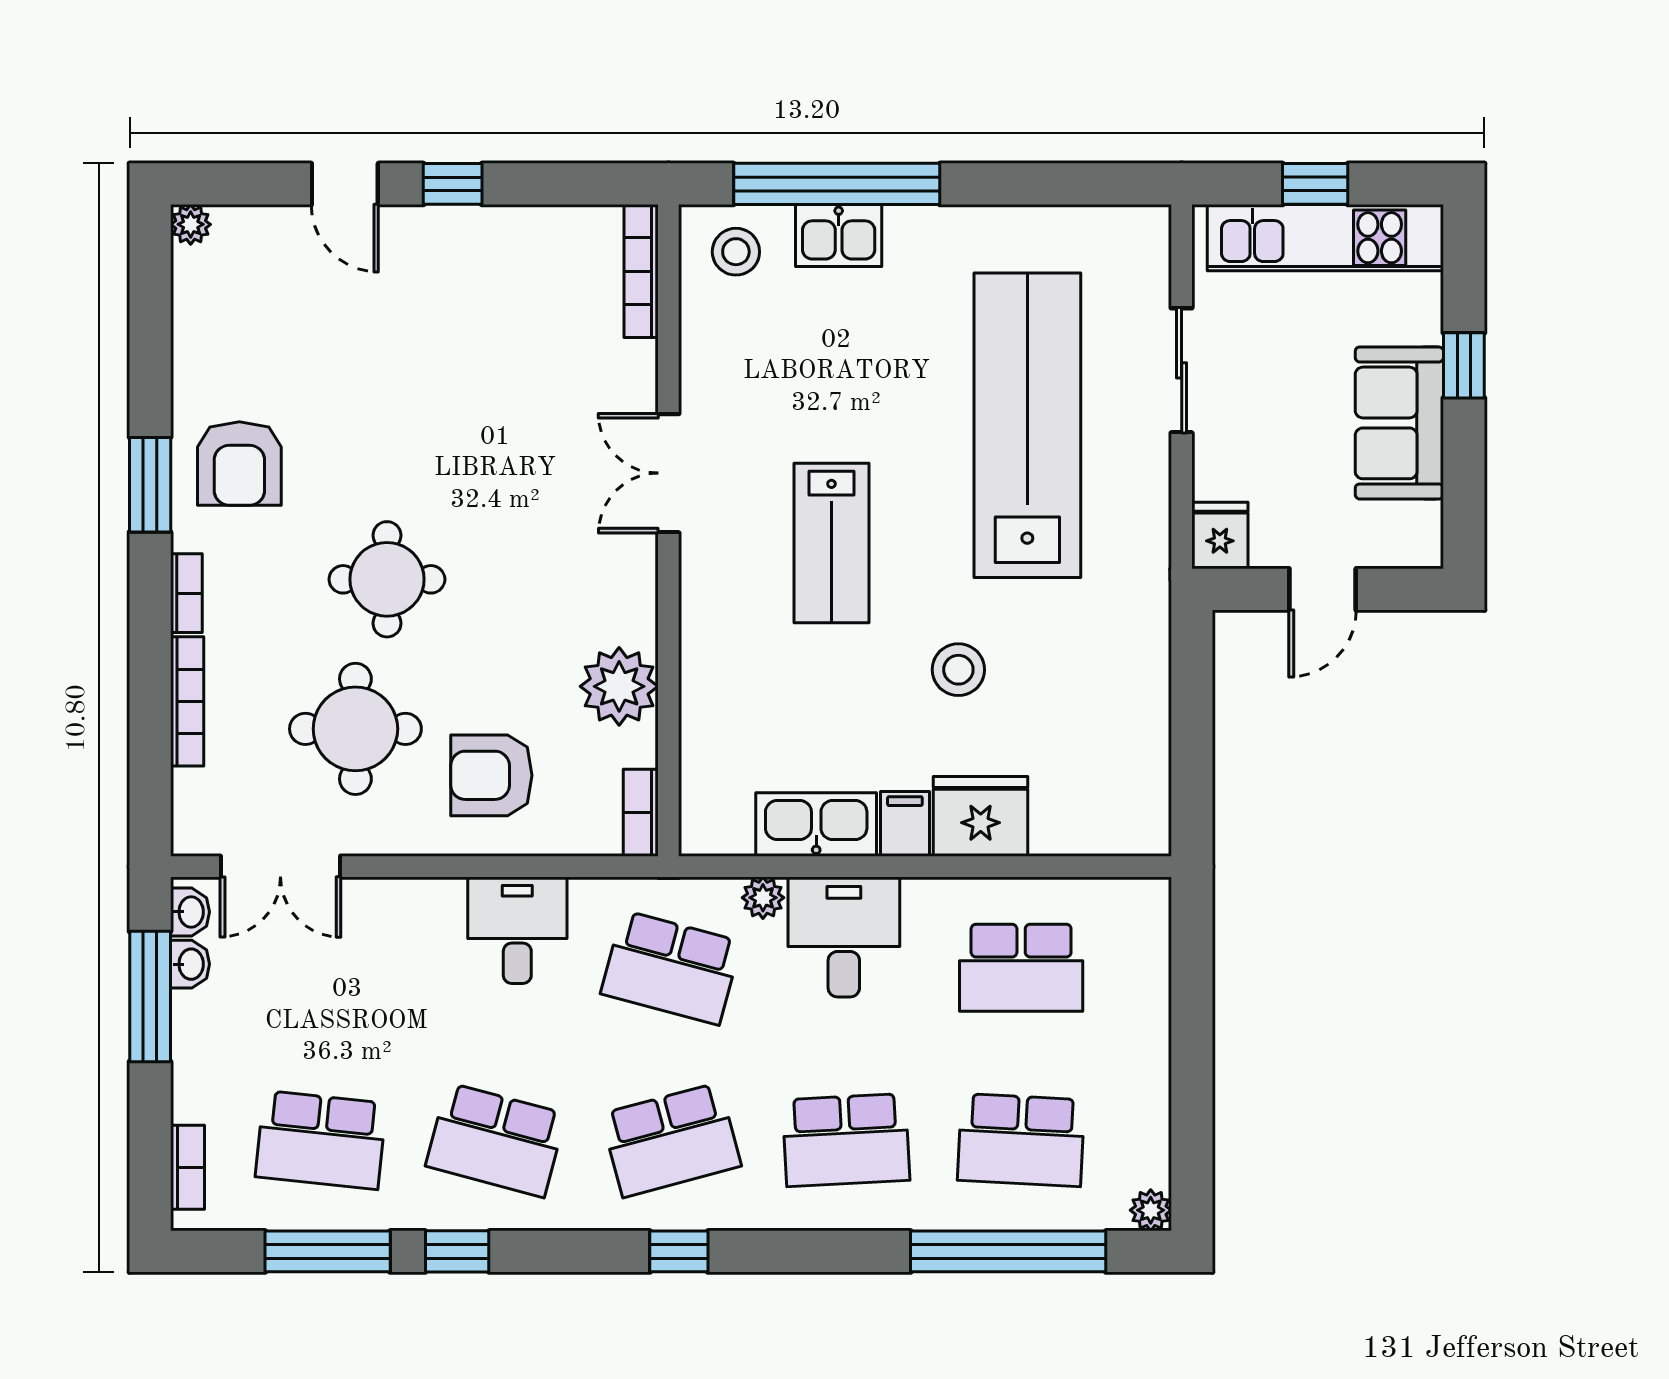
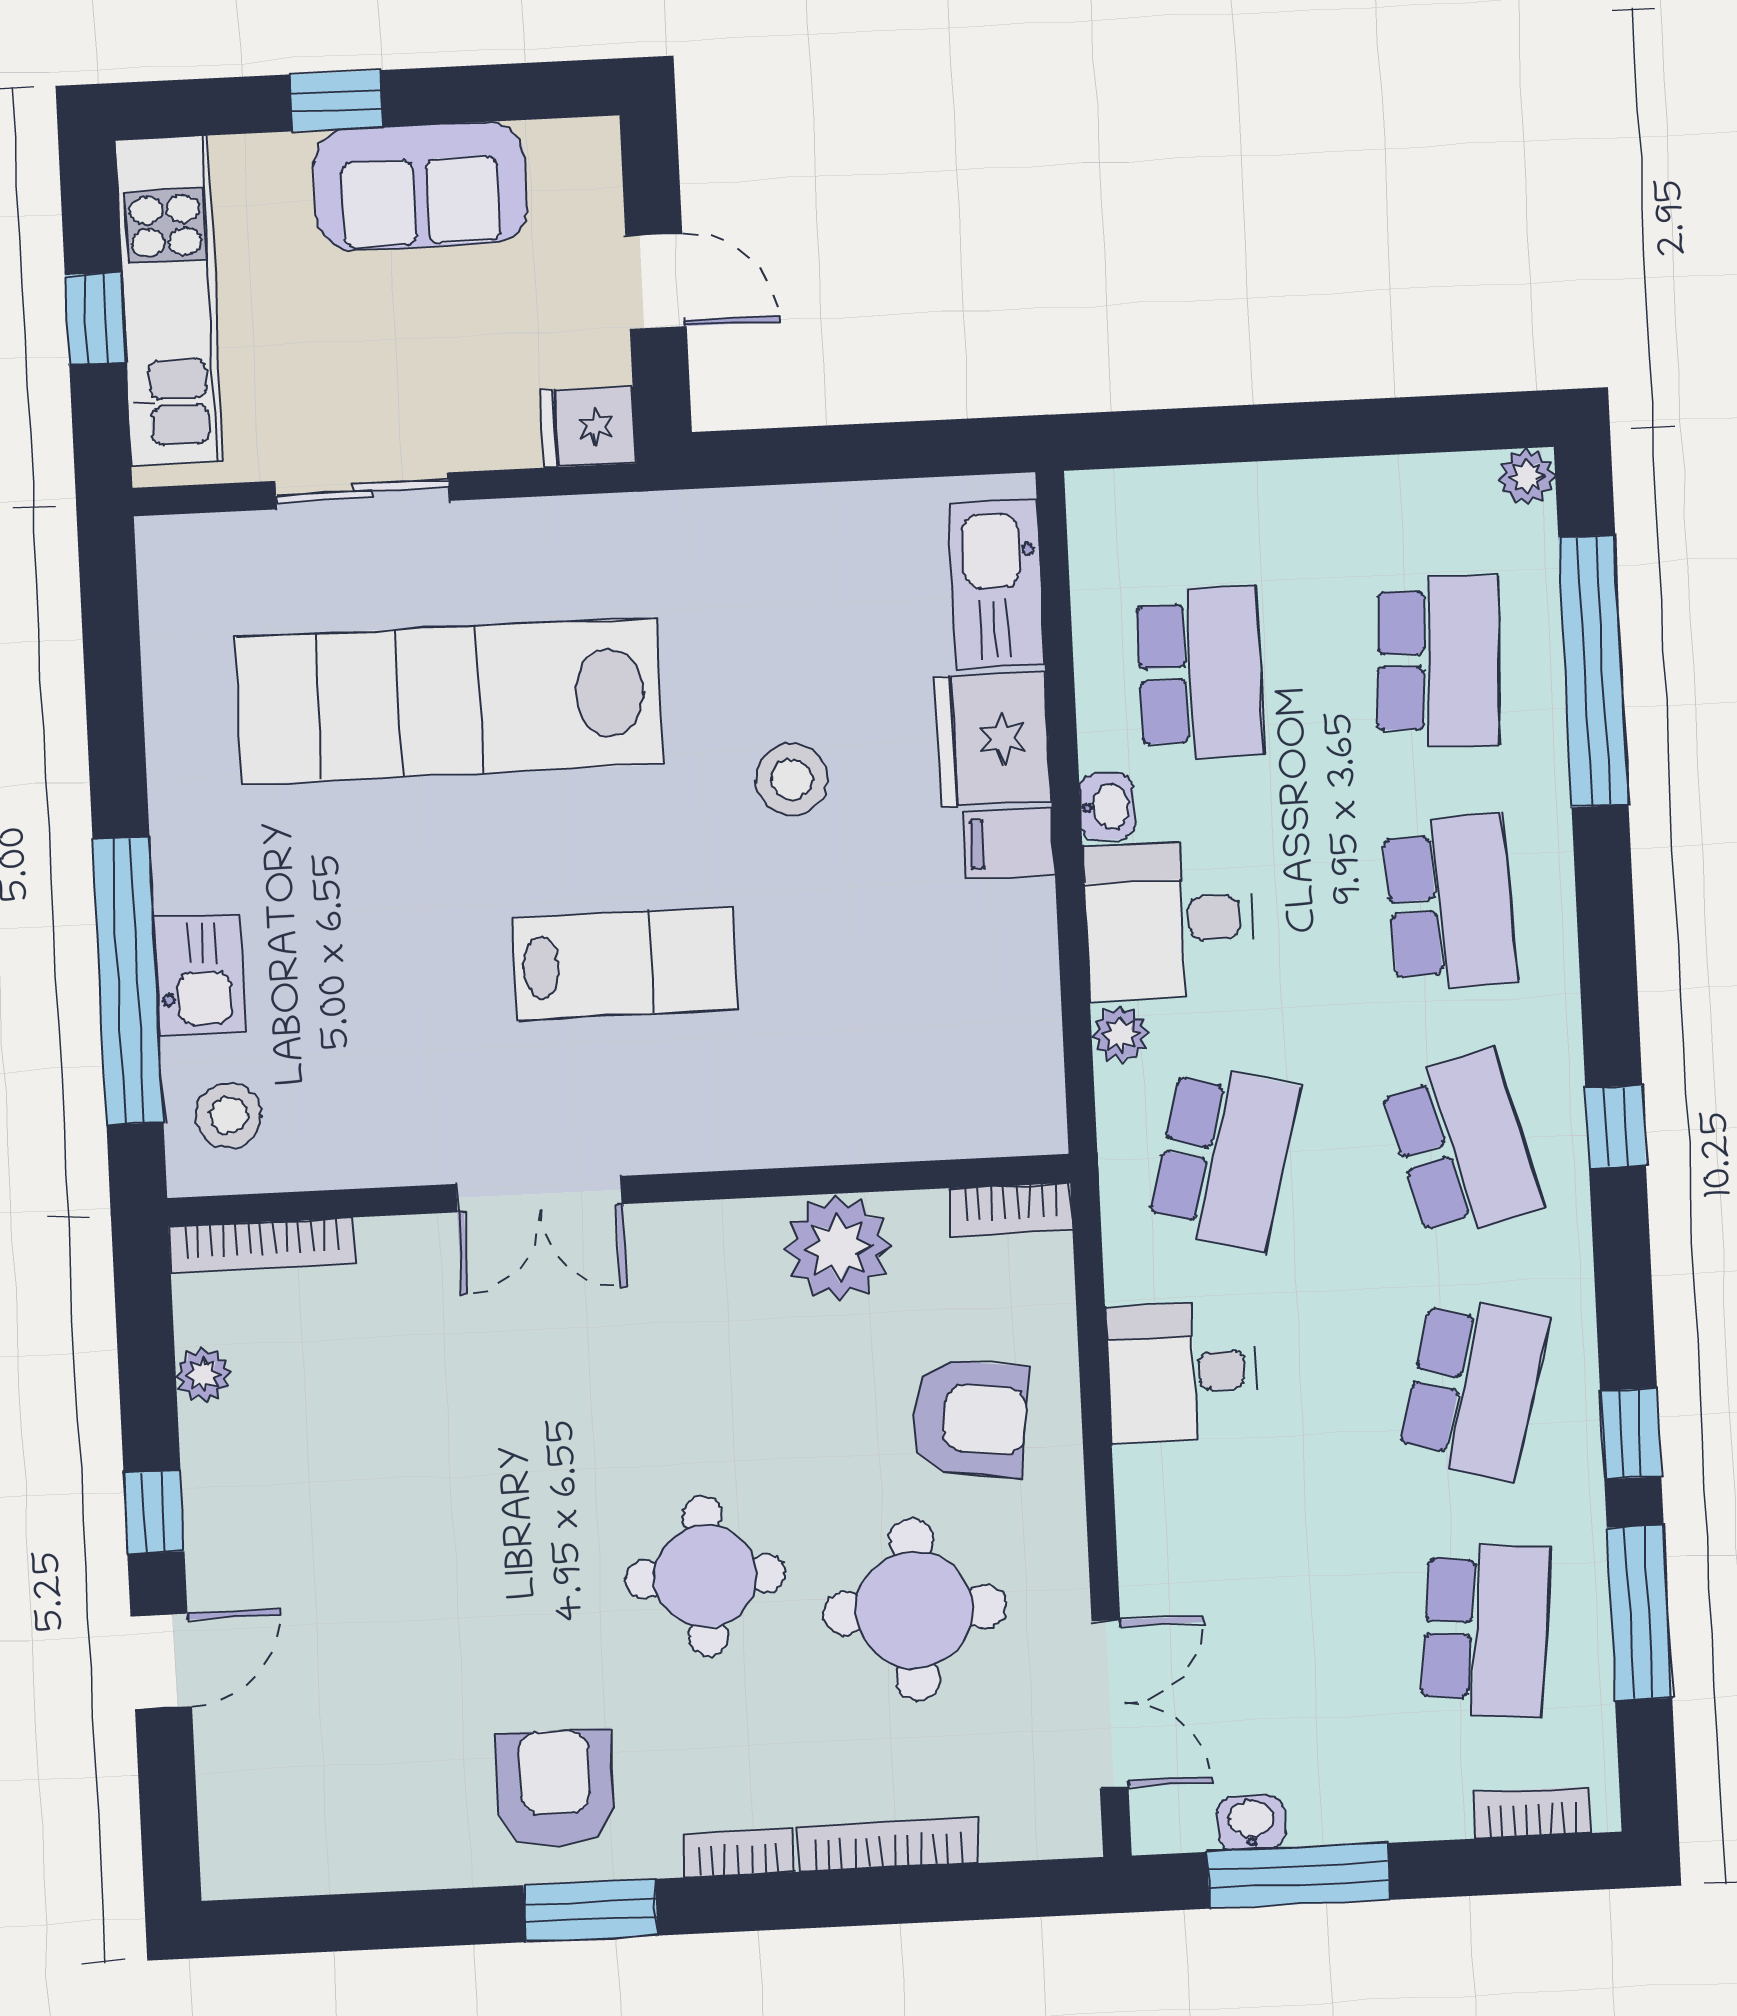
plant: (191, 224) -> (203, 1375), moved
armchair: (239, 464) -> (555, 1788), turned -90
armchair: (491, 775) -> (970, 1418), turned -83
kitchen sink: (816, 824) -> (997, 584), moved
washbasin: (190, 912) -> (1107, 807), moved, turned 90

